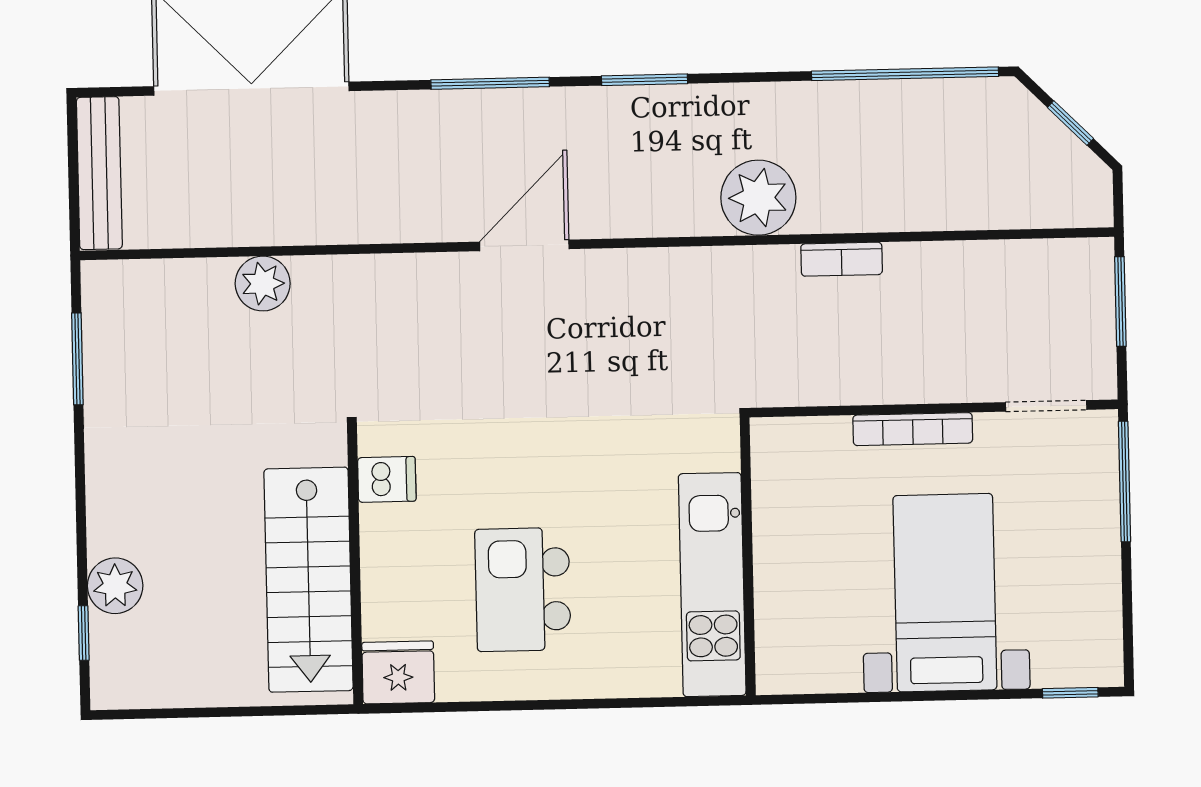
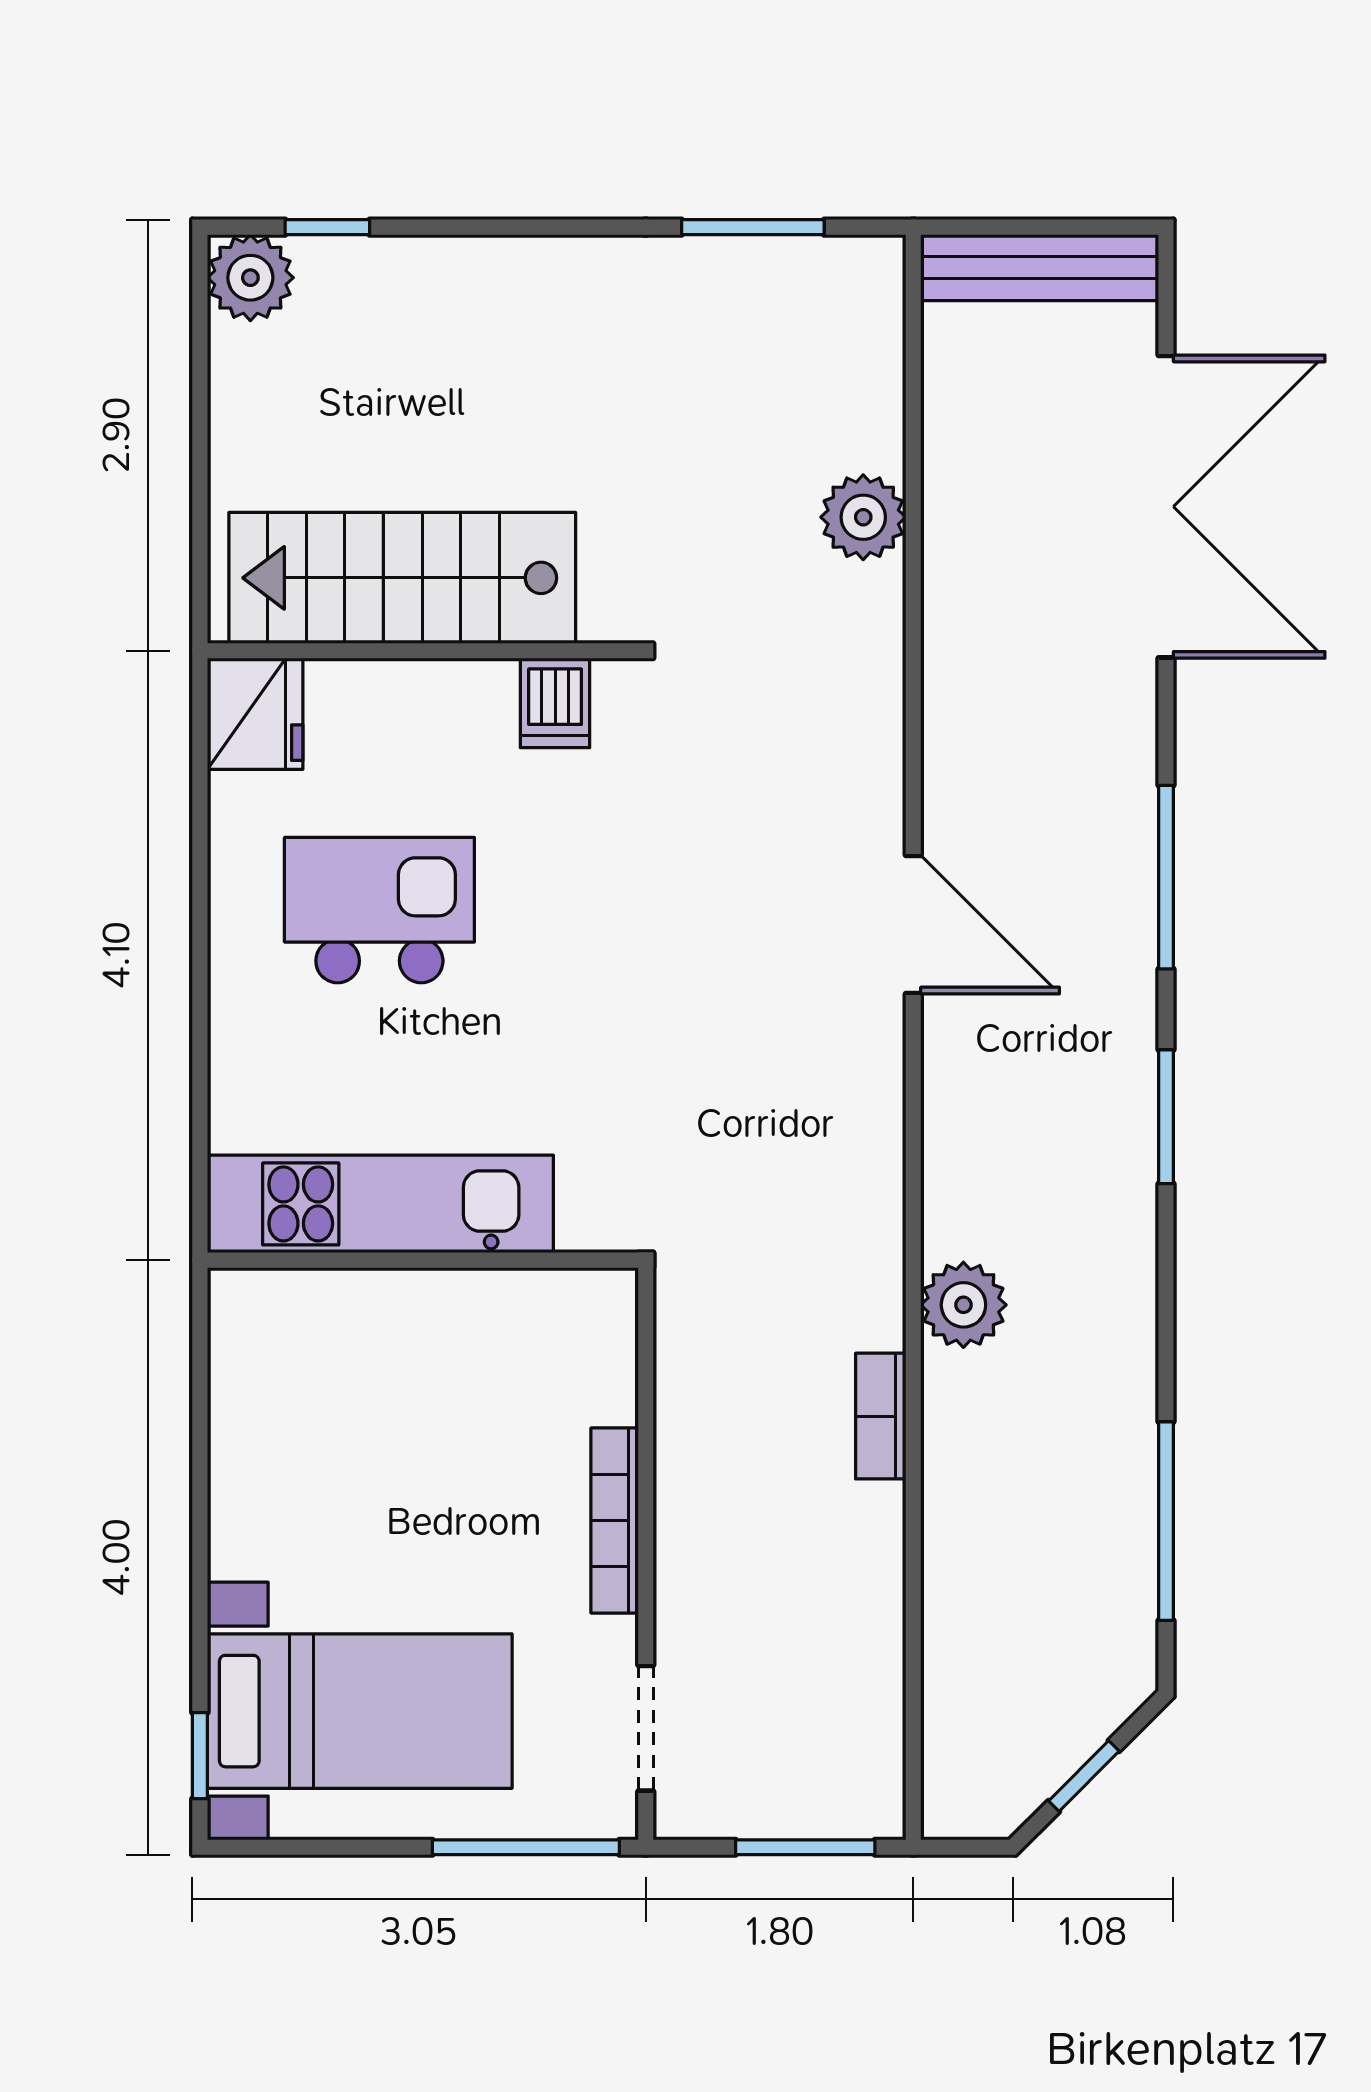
window: (905, 74) -> (1166, 1521), width x0.68
plant: (758, 198) -> (963, 1305), width x0.73, depth x0.73
plant: (115, 586) -> (250, 278), moved
bed with nightstands: (945, 593) -> (360, 1711), moved

